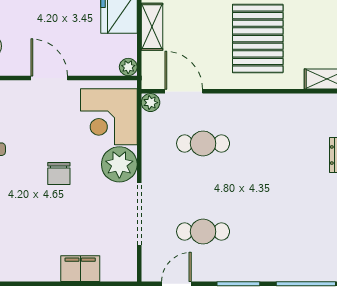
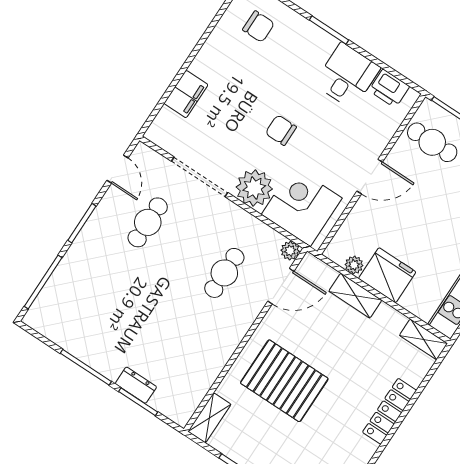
plant: (128, 67) -> (354, 265), moved

